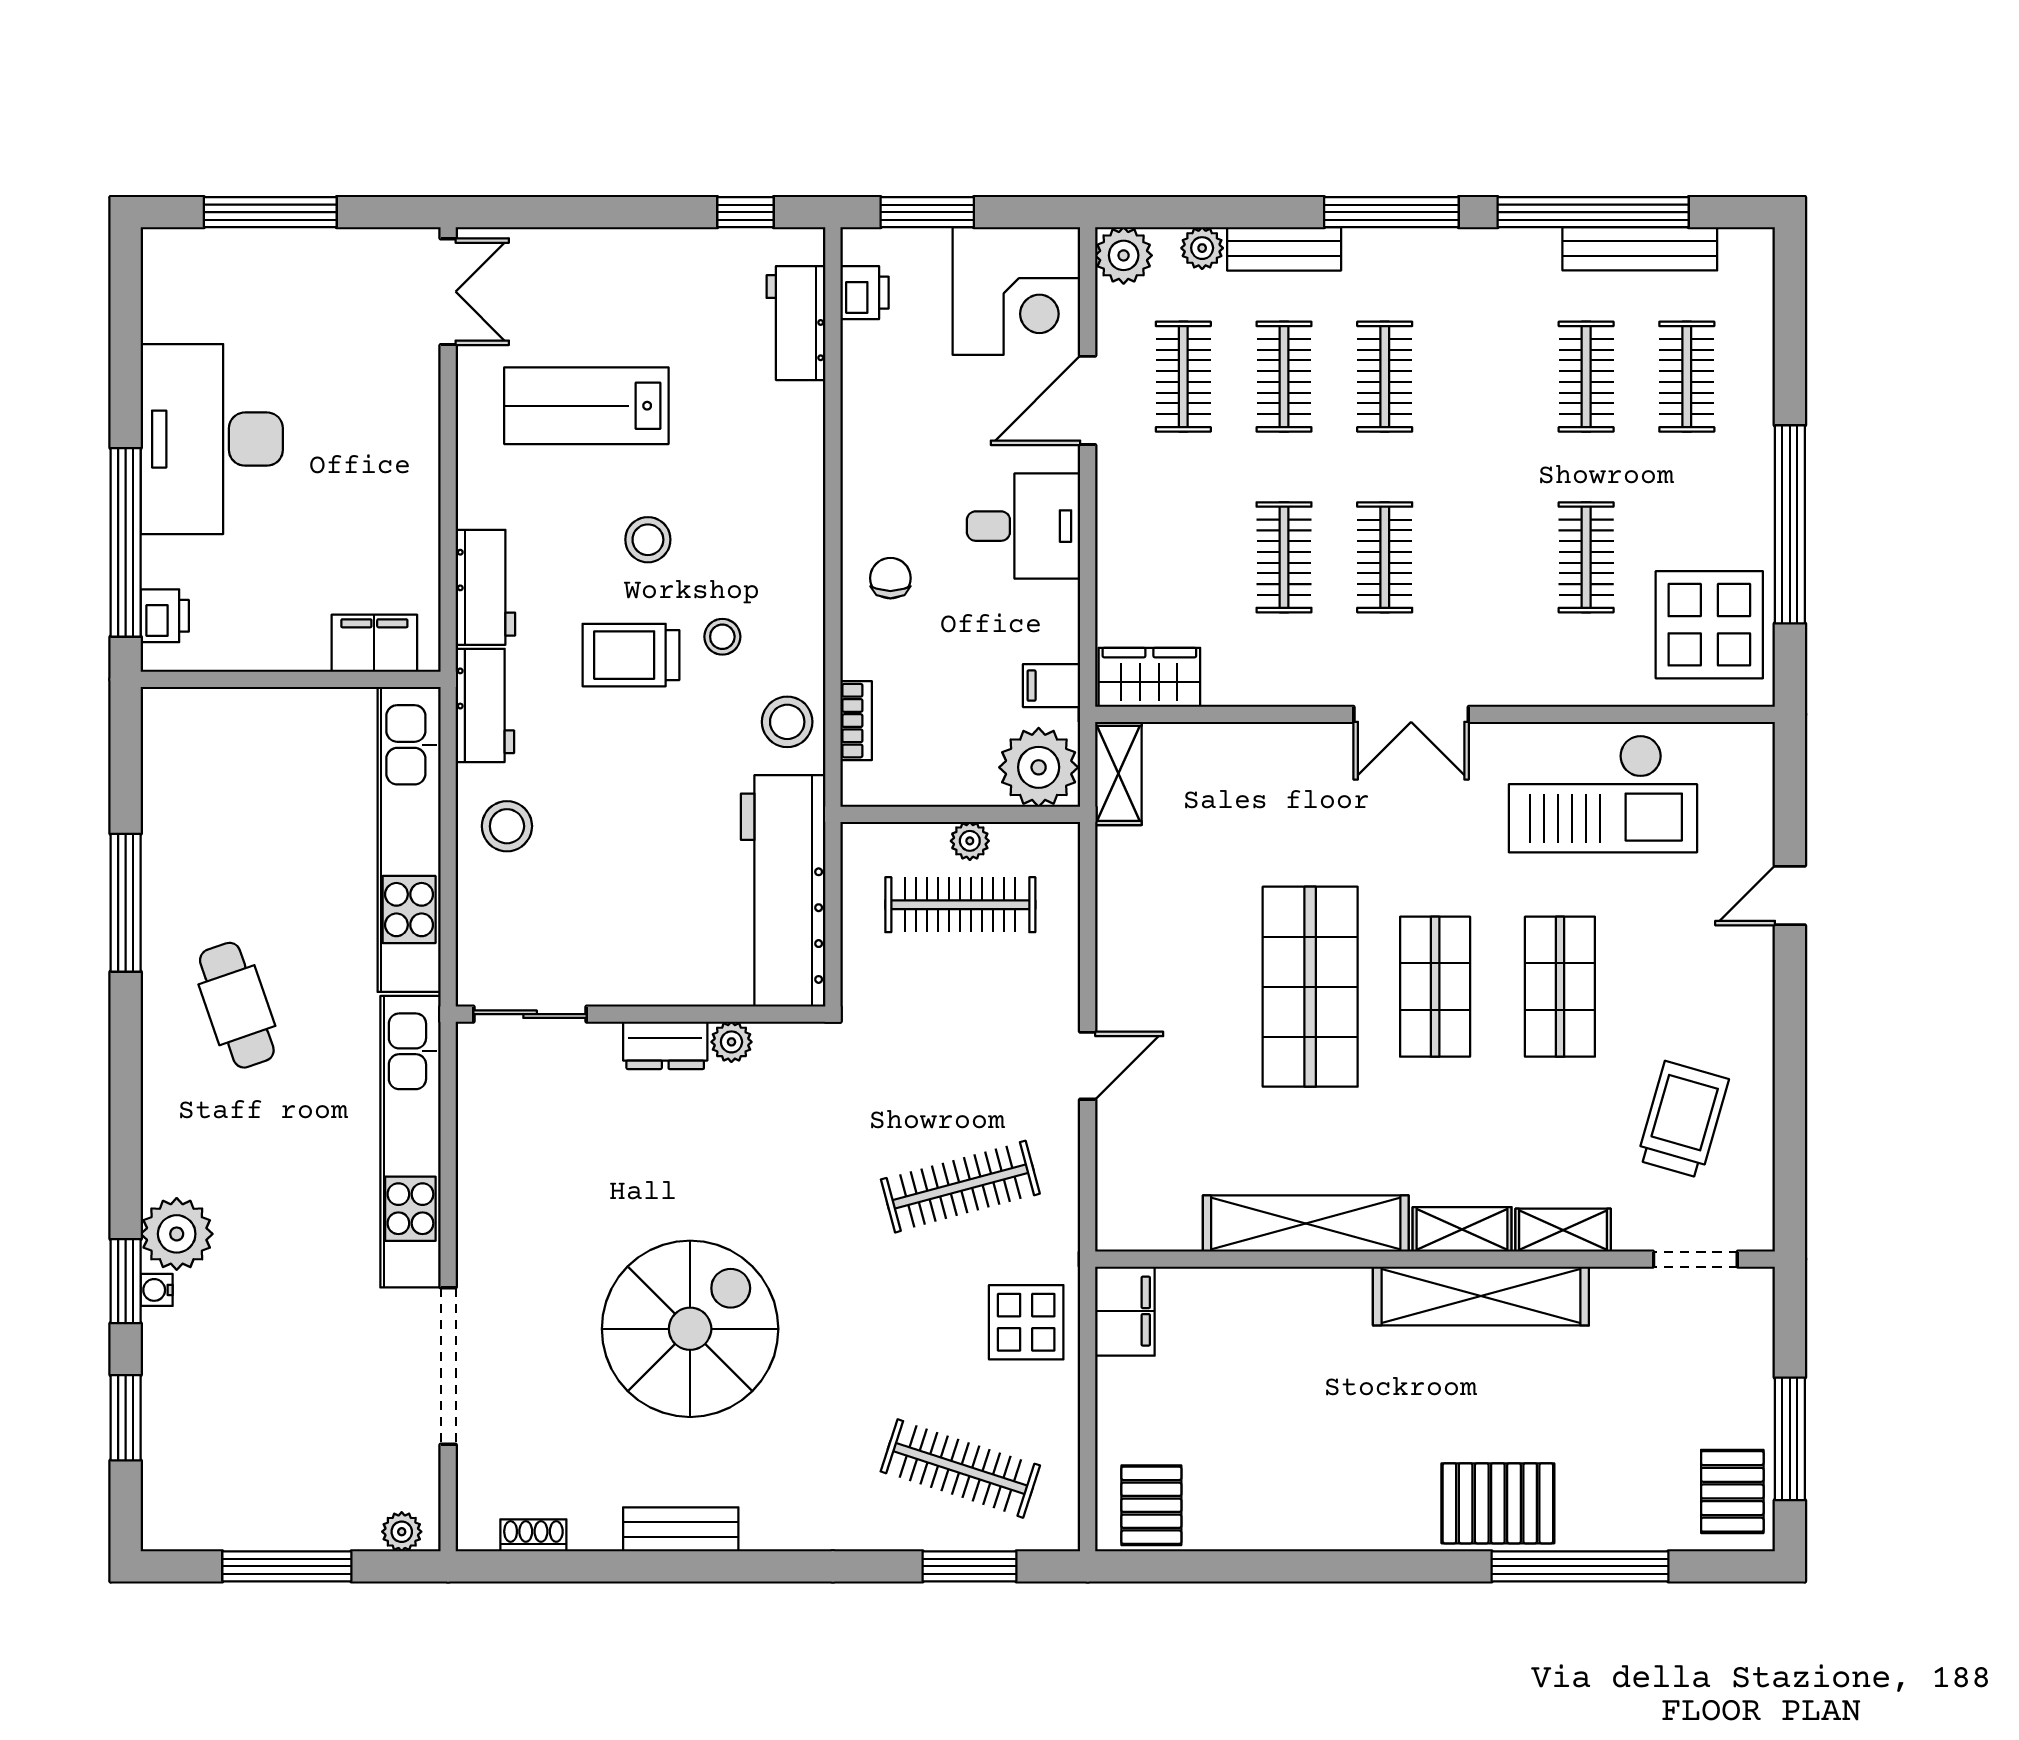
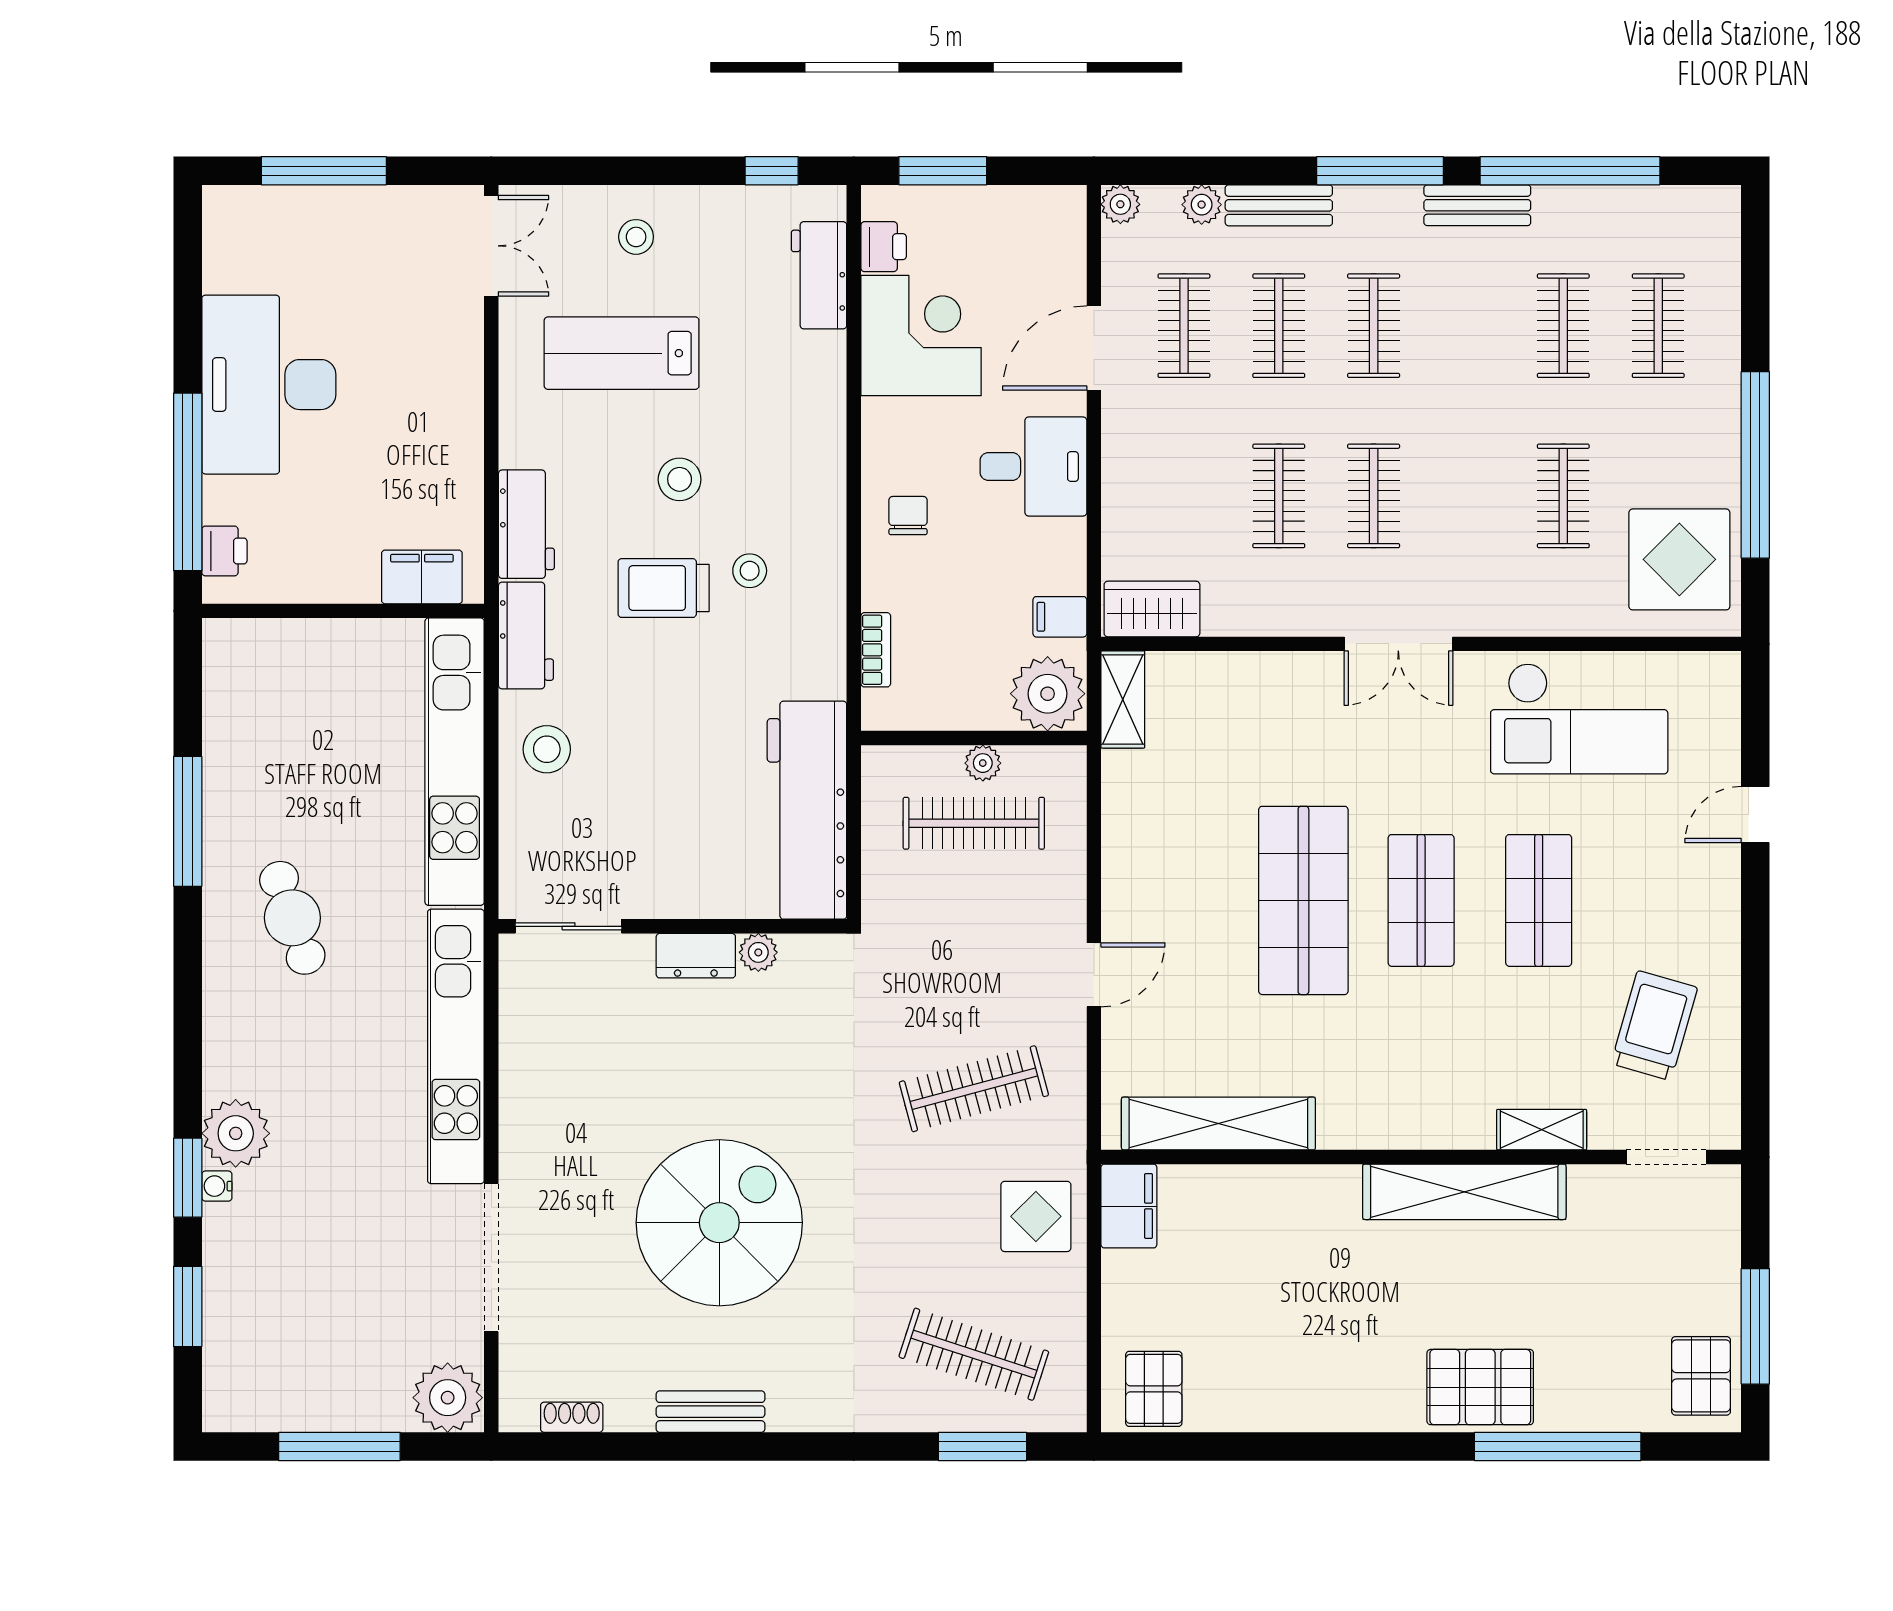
bench: (1640, 249) -> (1477, 205), moved, width x0.73
plant: (1124, 255) -> (1120, 204), width x0.73, depth x0.73
corner desk: (1016, 291) -> (921, 336), moved, turned -90
stool: (787, 722) -> (636, 237), moved, width x0.73, depth x0.73
shelving: (1306, 1223) -> (1218, 1123), moved
shelving: (1462, 1229) -> (1446, 1129), removed
plant: (402, 1532) -> (448, 1398), width x1.88, depth x1.88

